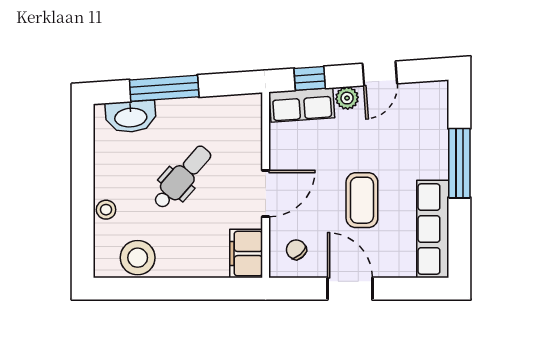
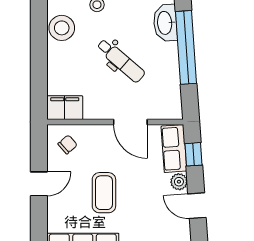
window: (164, 88) -> (186, 47), width x1.46
door: (266, 193) -> (130, 122), moved
coffee table: (362, 200) -> (104, 193), turned 90
door: (350, 289) -> (39, 184), width x0.73

